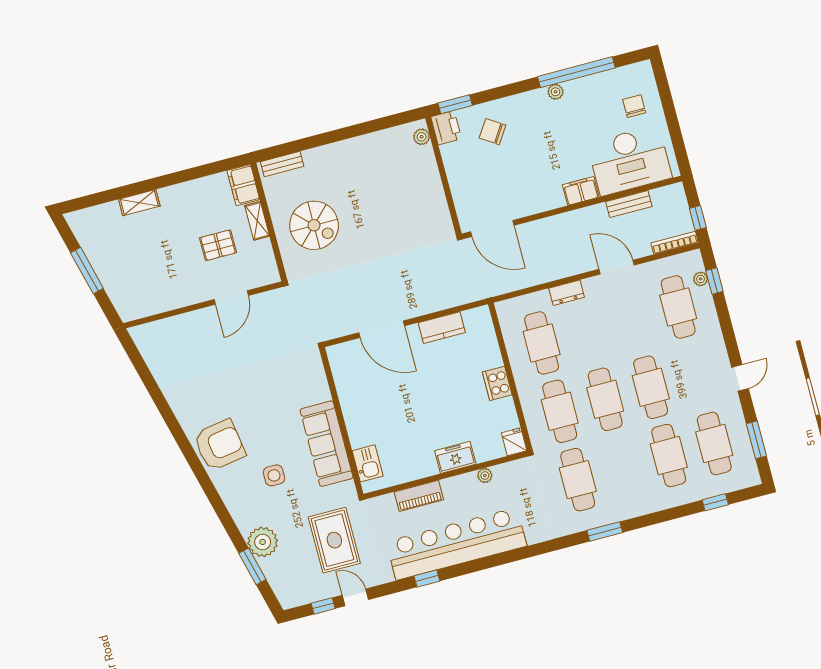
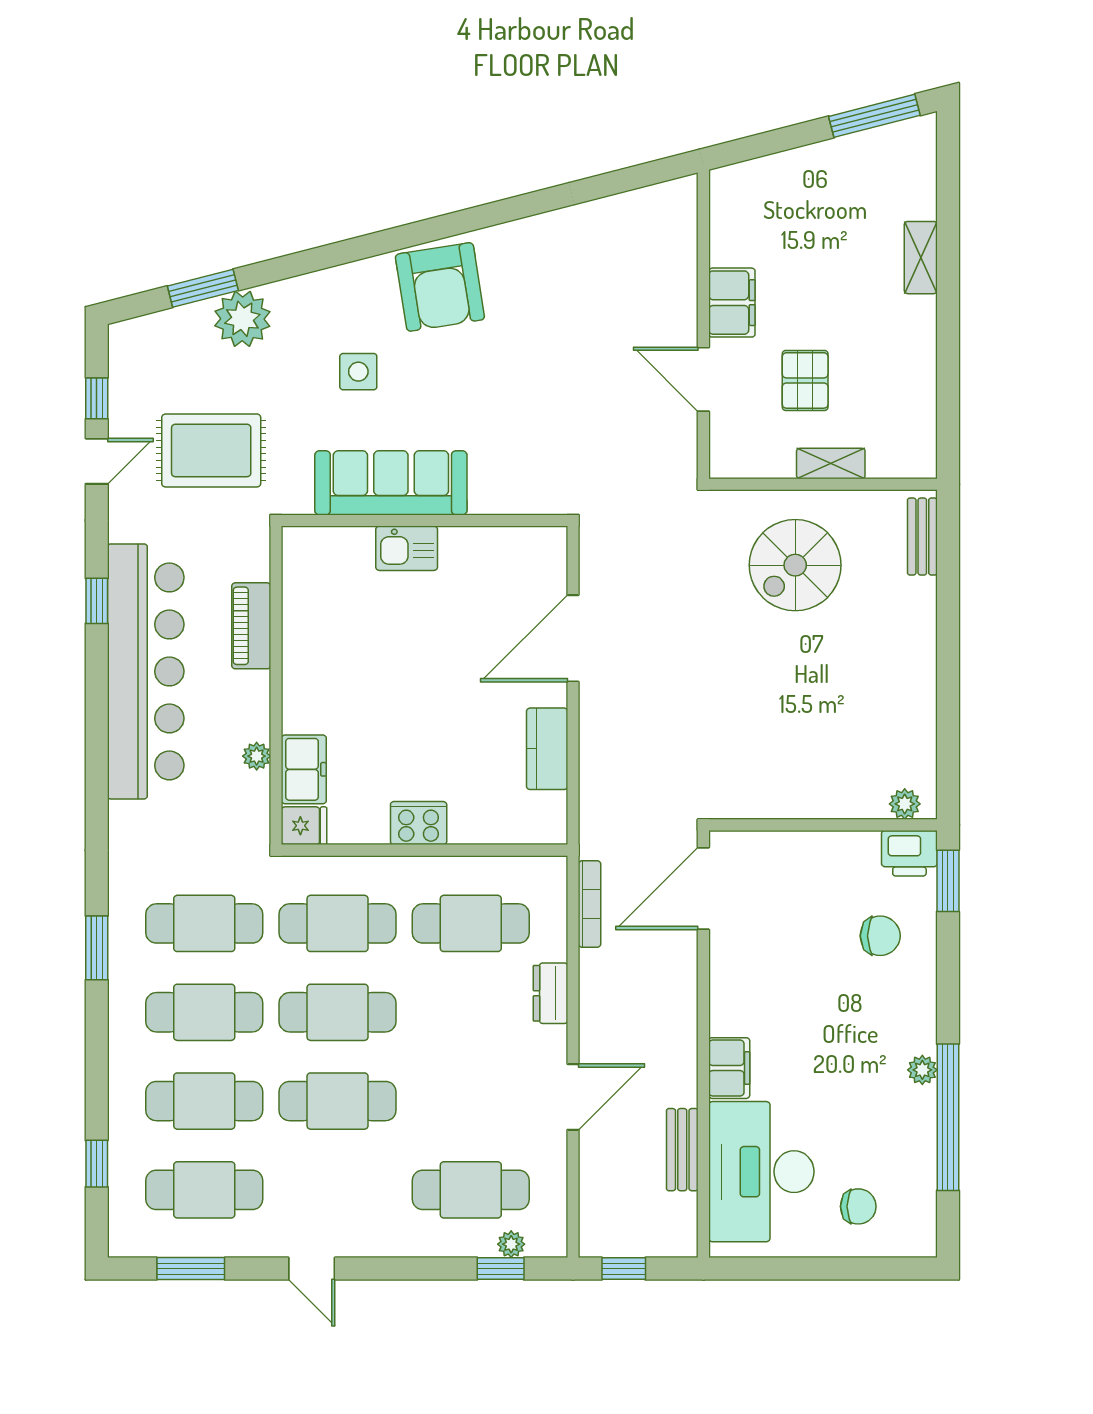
chair: (492, 132) -> (880, 936), turned 57
filing cabinet: (243, 185) -> (732, 303), moved, turned 90
bookcase: (675, 243) -> (590, 904), moved
window: (87, 271) -> (874, 116), moved
freezer: (455, 457) -> (304, 769), moved
kitchen sink: (368, 463) -> (407, 548), moved
cafe table: (623, 468) -> (204, 1012), added

